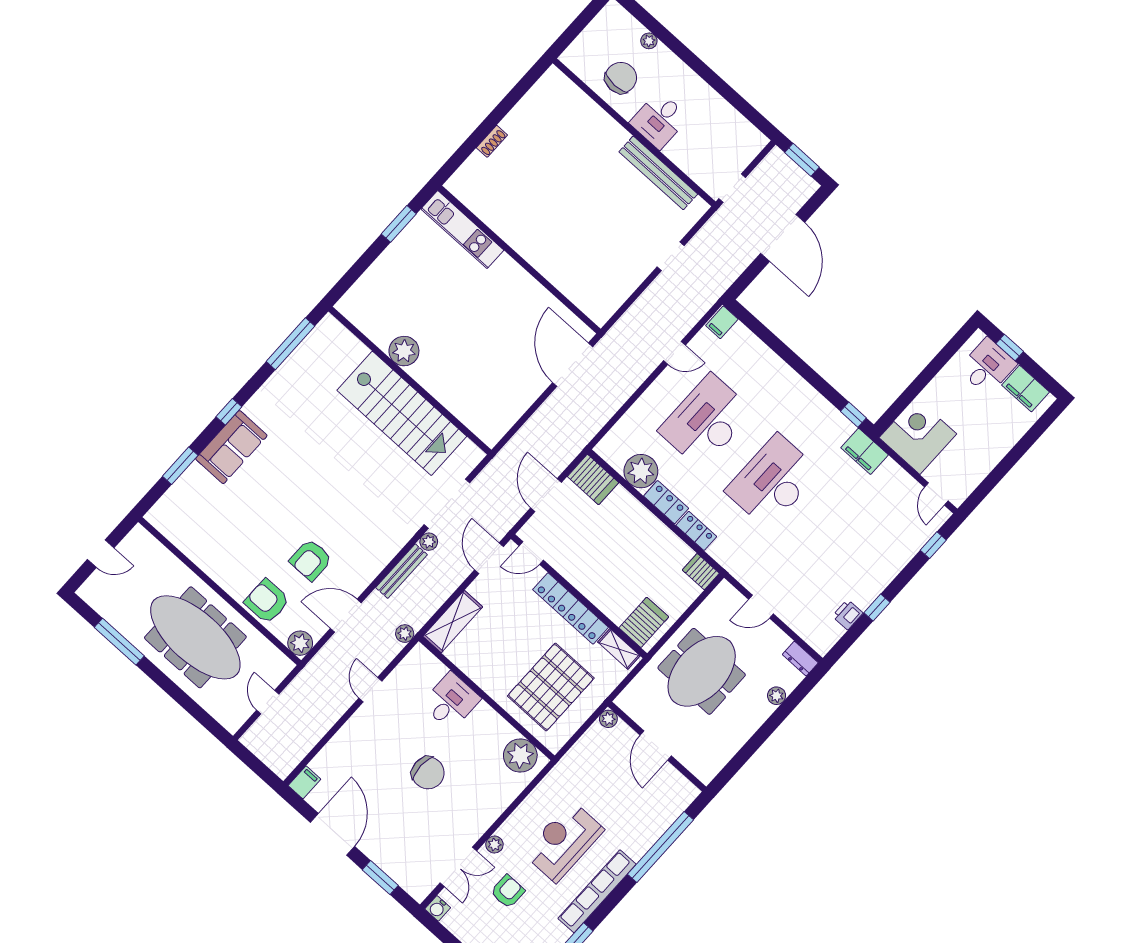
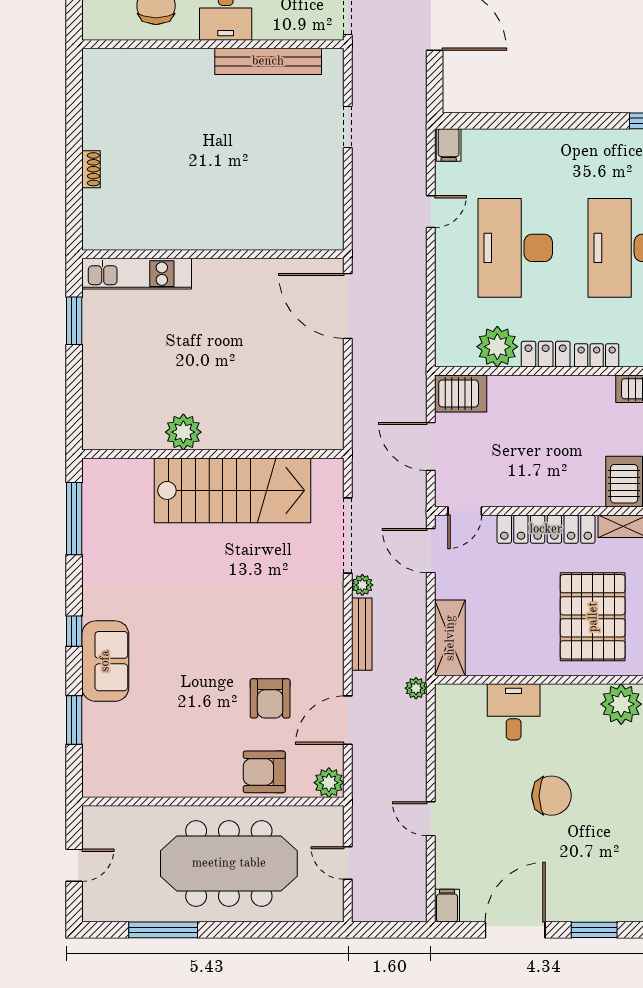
door: (370, 690) -> (431, 819), moved
door: (332, 834) -> (515, 930), hinge flipped

